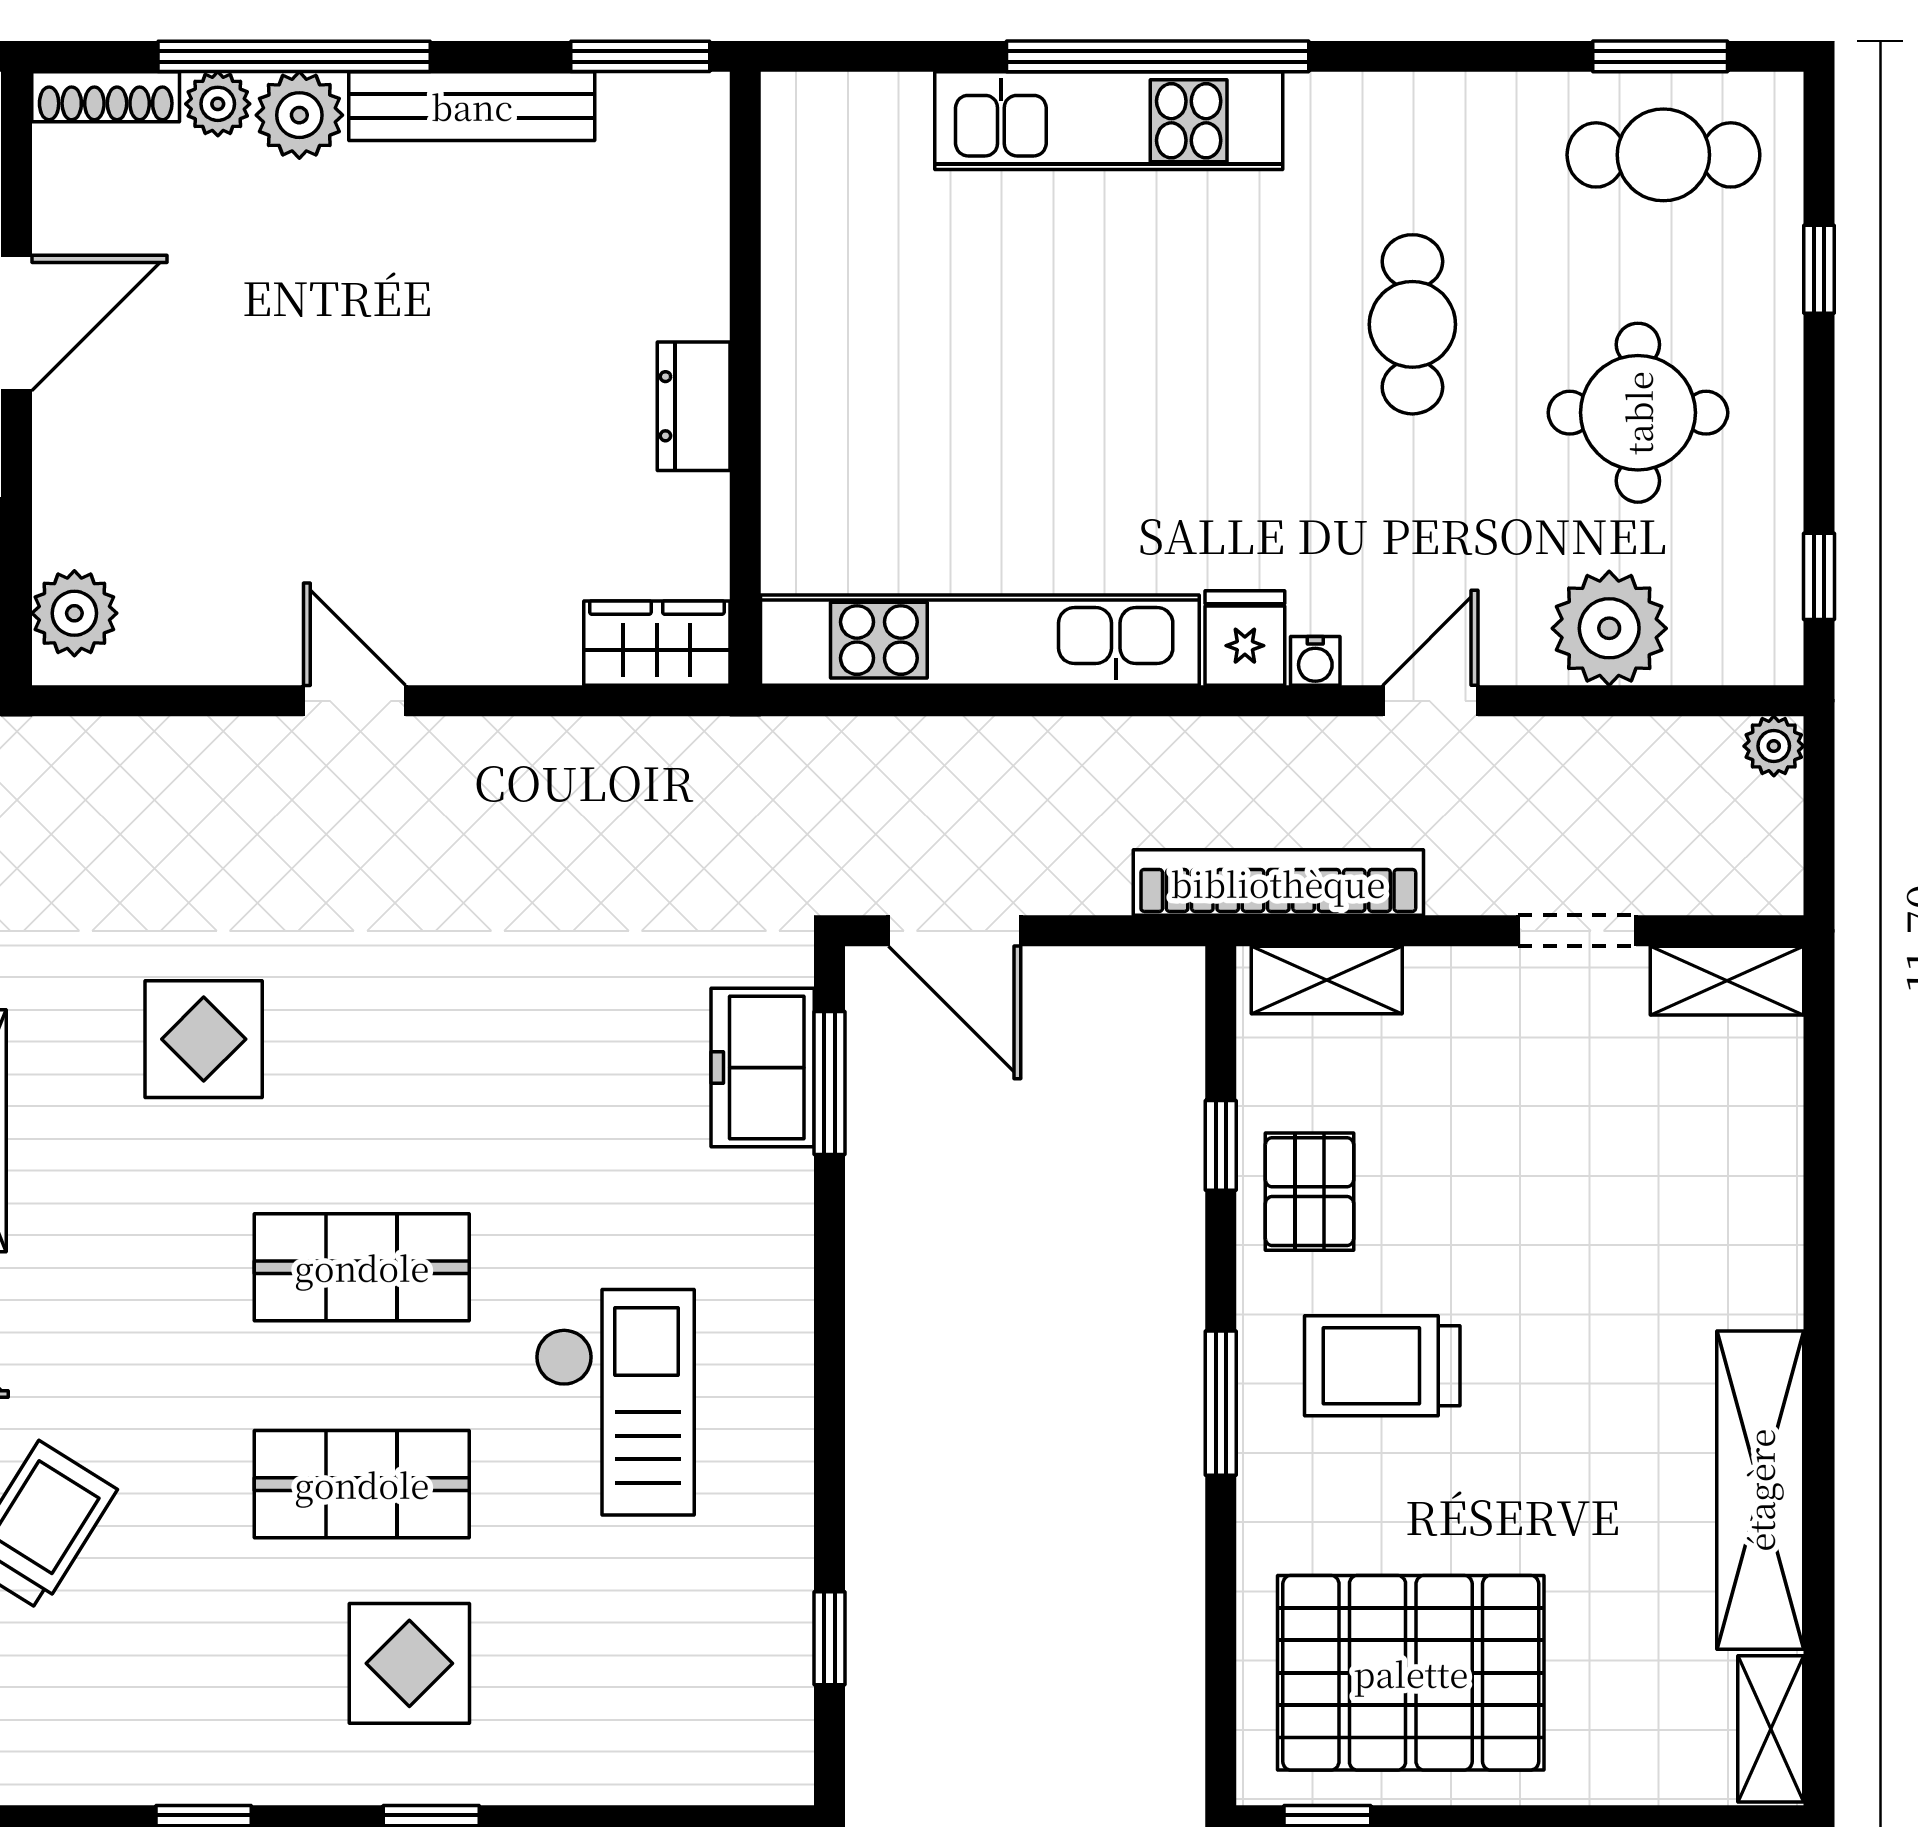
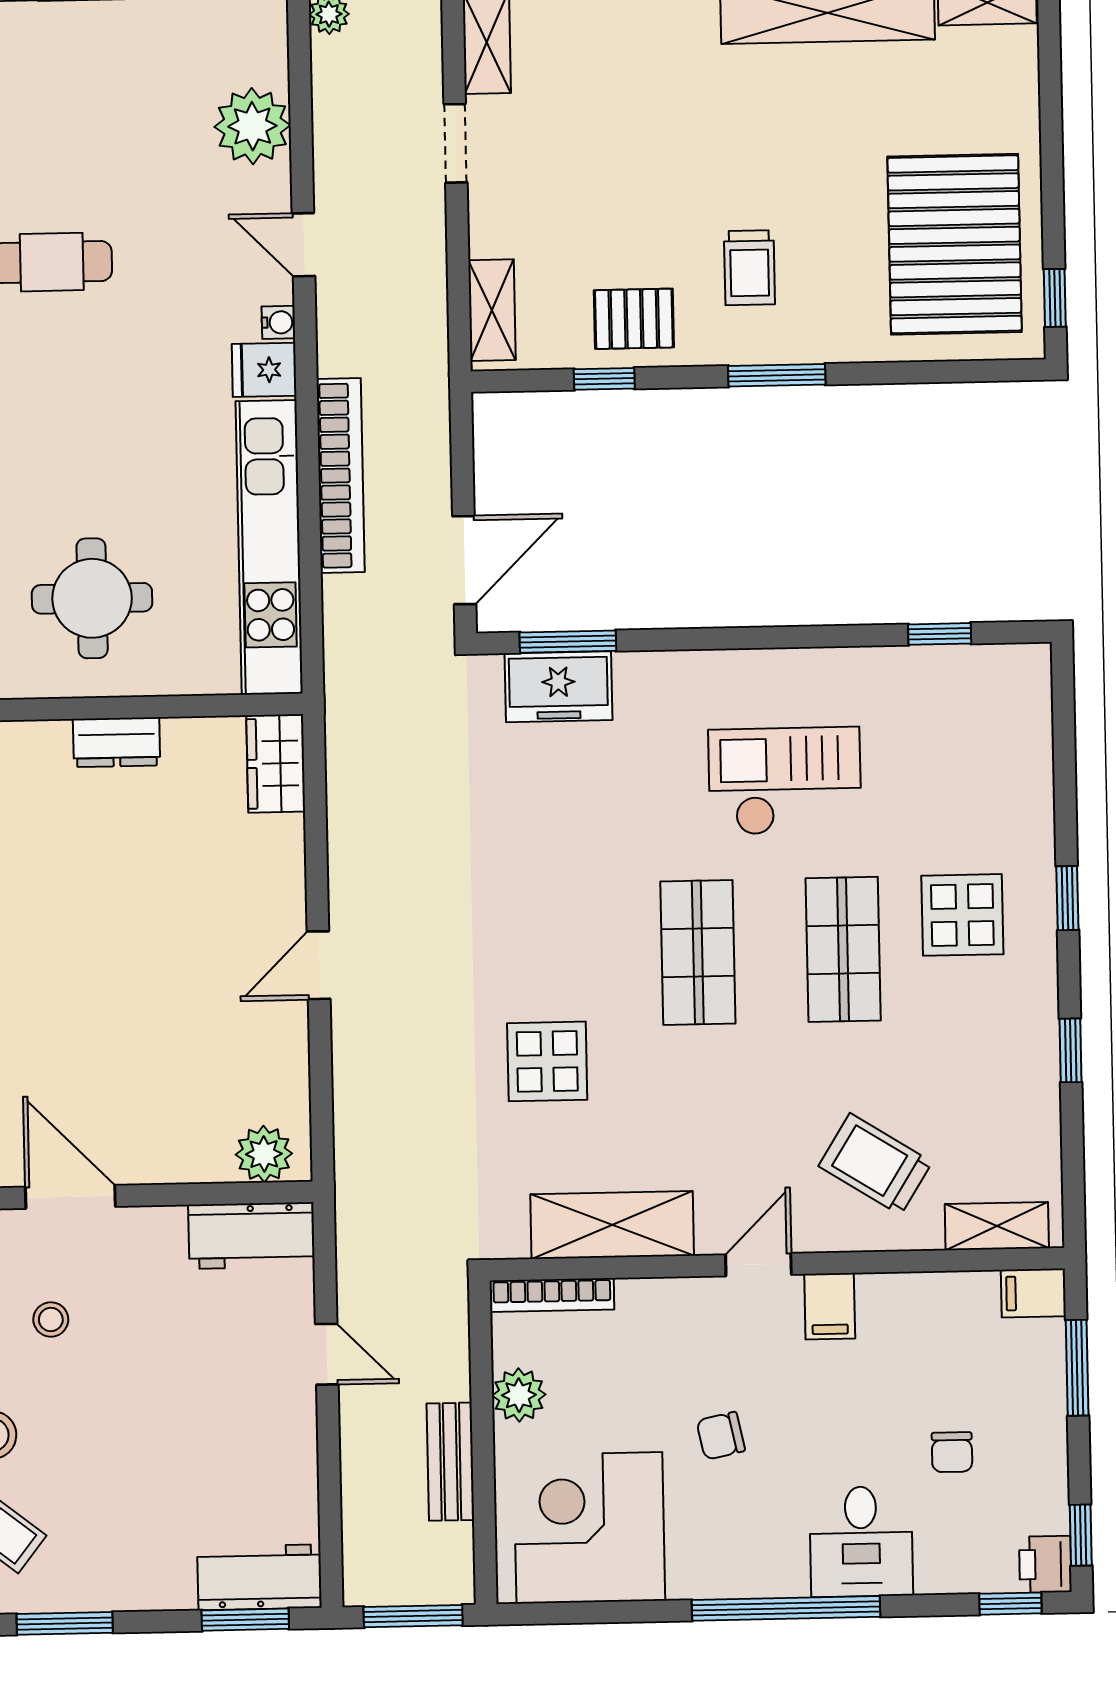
round table: (1638, 413) -> (92, 598), moved
bookcase: (1278, 883) -> (341, 476), moved, turned 180
trolley: (1382, 1366) -> (749, 268), width x0.73, depth x0.72

